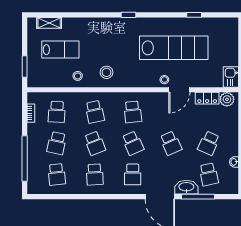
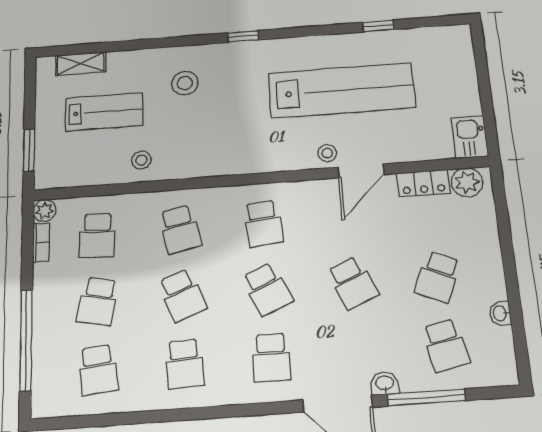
stool: (107, 72) -> (185, 83), moved
plant: (32, 98) -> (45, 211), added
washbasin: (186, 187) -> (385, 383), width x0.52, depth x0.69

